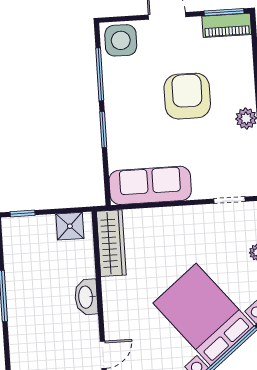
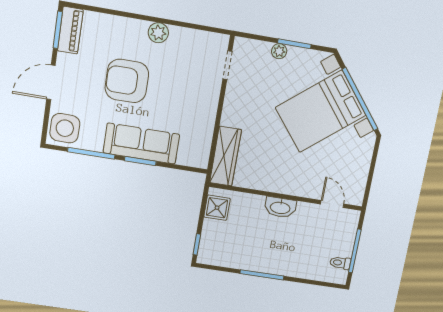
sofa: (150, 185) -> (141, 144), moved, turned 90
wardrobe: (111, 243) -> (225, 156), moved, turned 90

